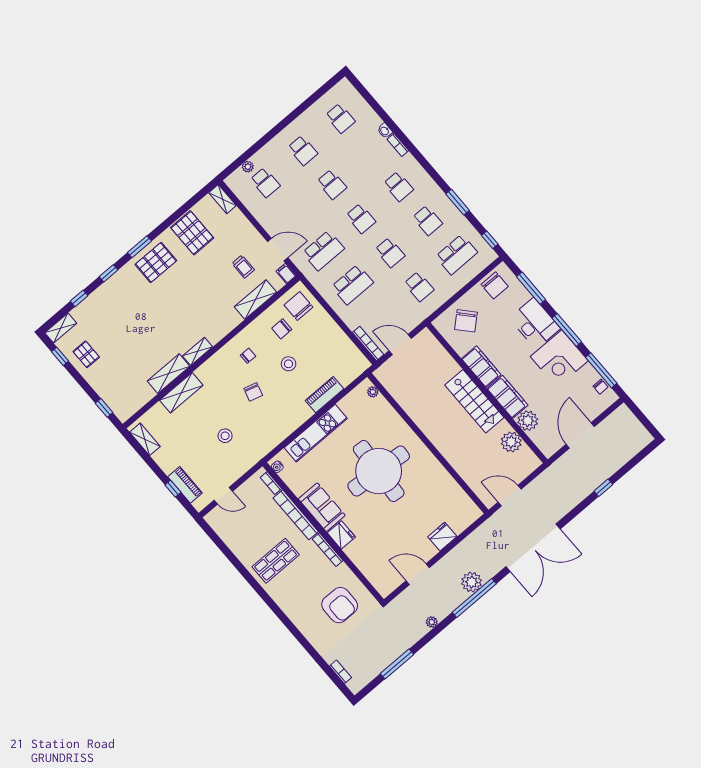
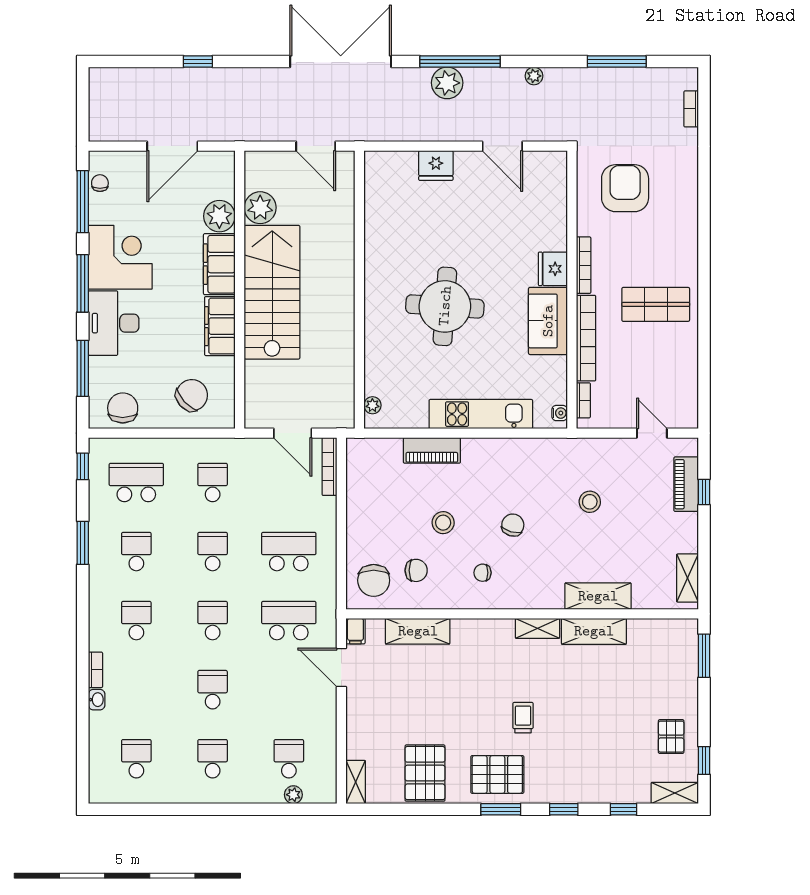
trolley: (243, 267) -> (523, 718), moved
stairs: (474, 401) -> (272, 292), width x1.36, depth x1.51
window: (104, 408) -> (704, 656), width x1.50
round table: (379, 471) -> (445, 306), width x0.73, depth x0.73

